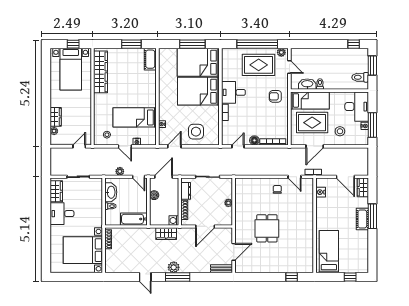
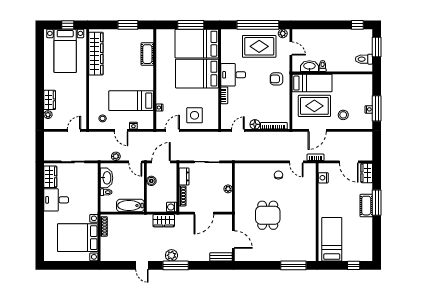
cot: (150, 59) -> (147, 54), moved
desk: (357, 107) -> (360, 89), removed
door: (234, 252) -> (233, 240), hinge flipped
window: (292, 277) -> (293, 265), width x2.17

